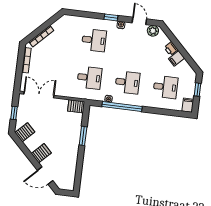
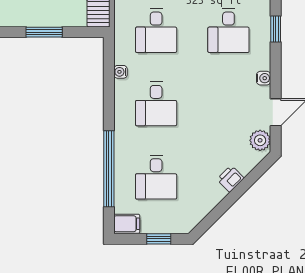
window: (111, 17) -> (276, 29), moved
filing cabinet: (177, 58) -> (213, 192), removed
window: (122, 107) -> (109, 169), moved

